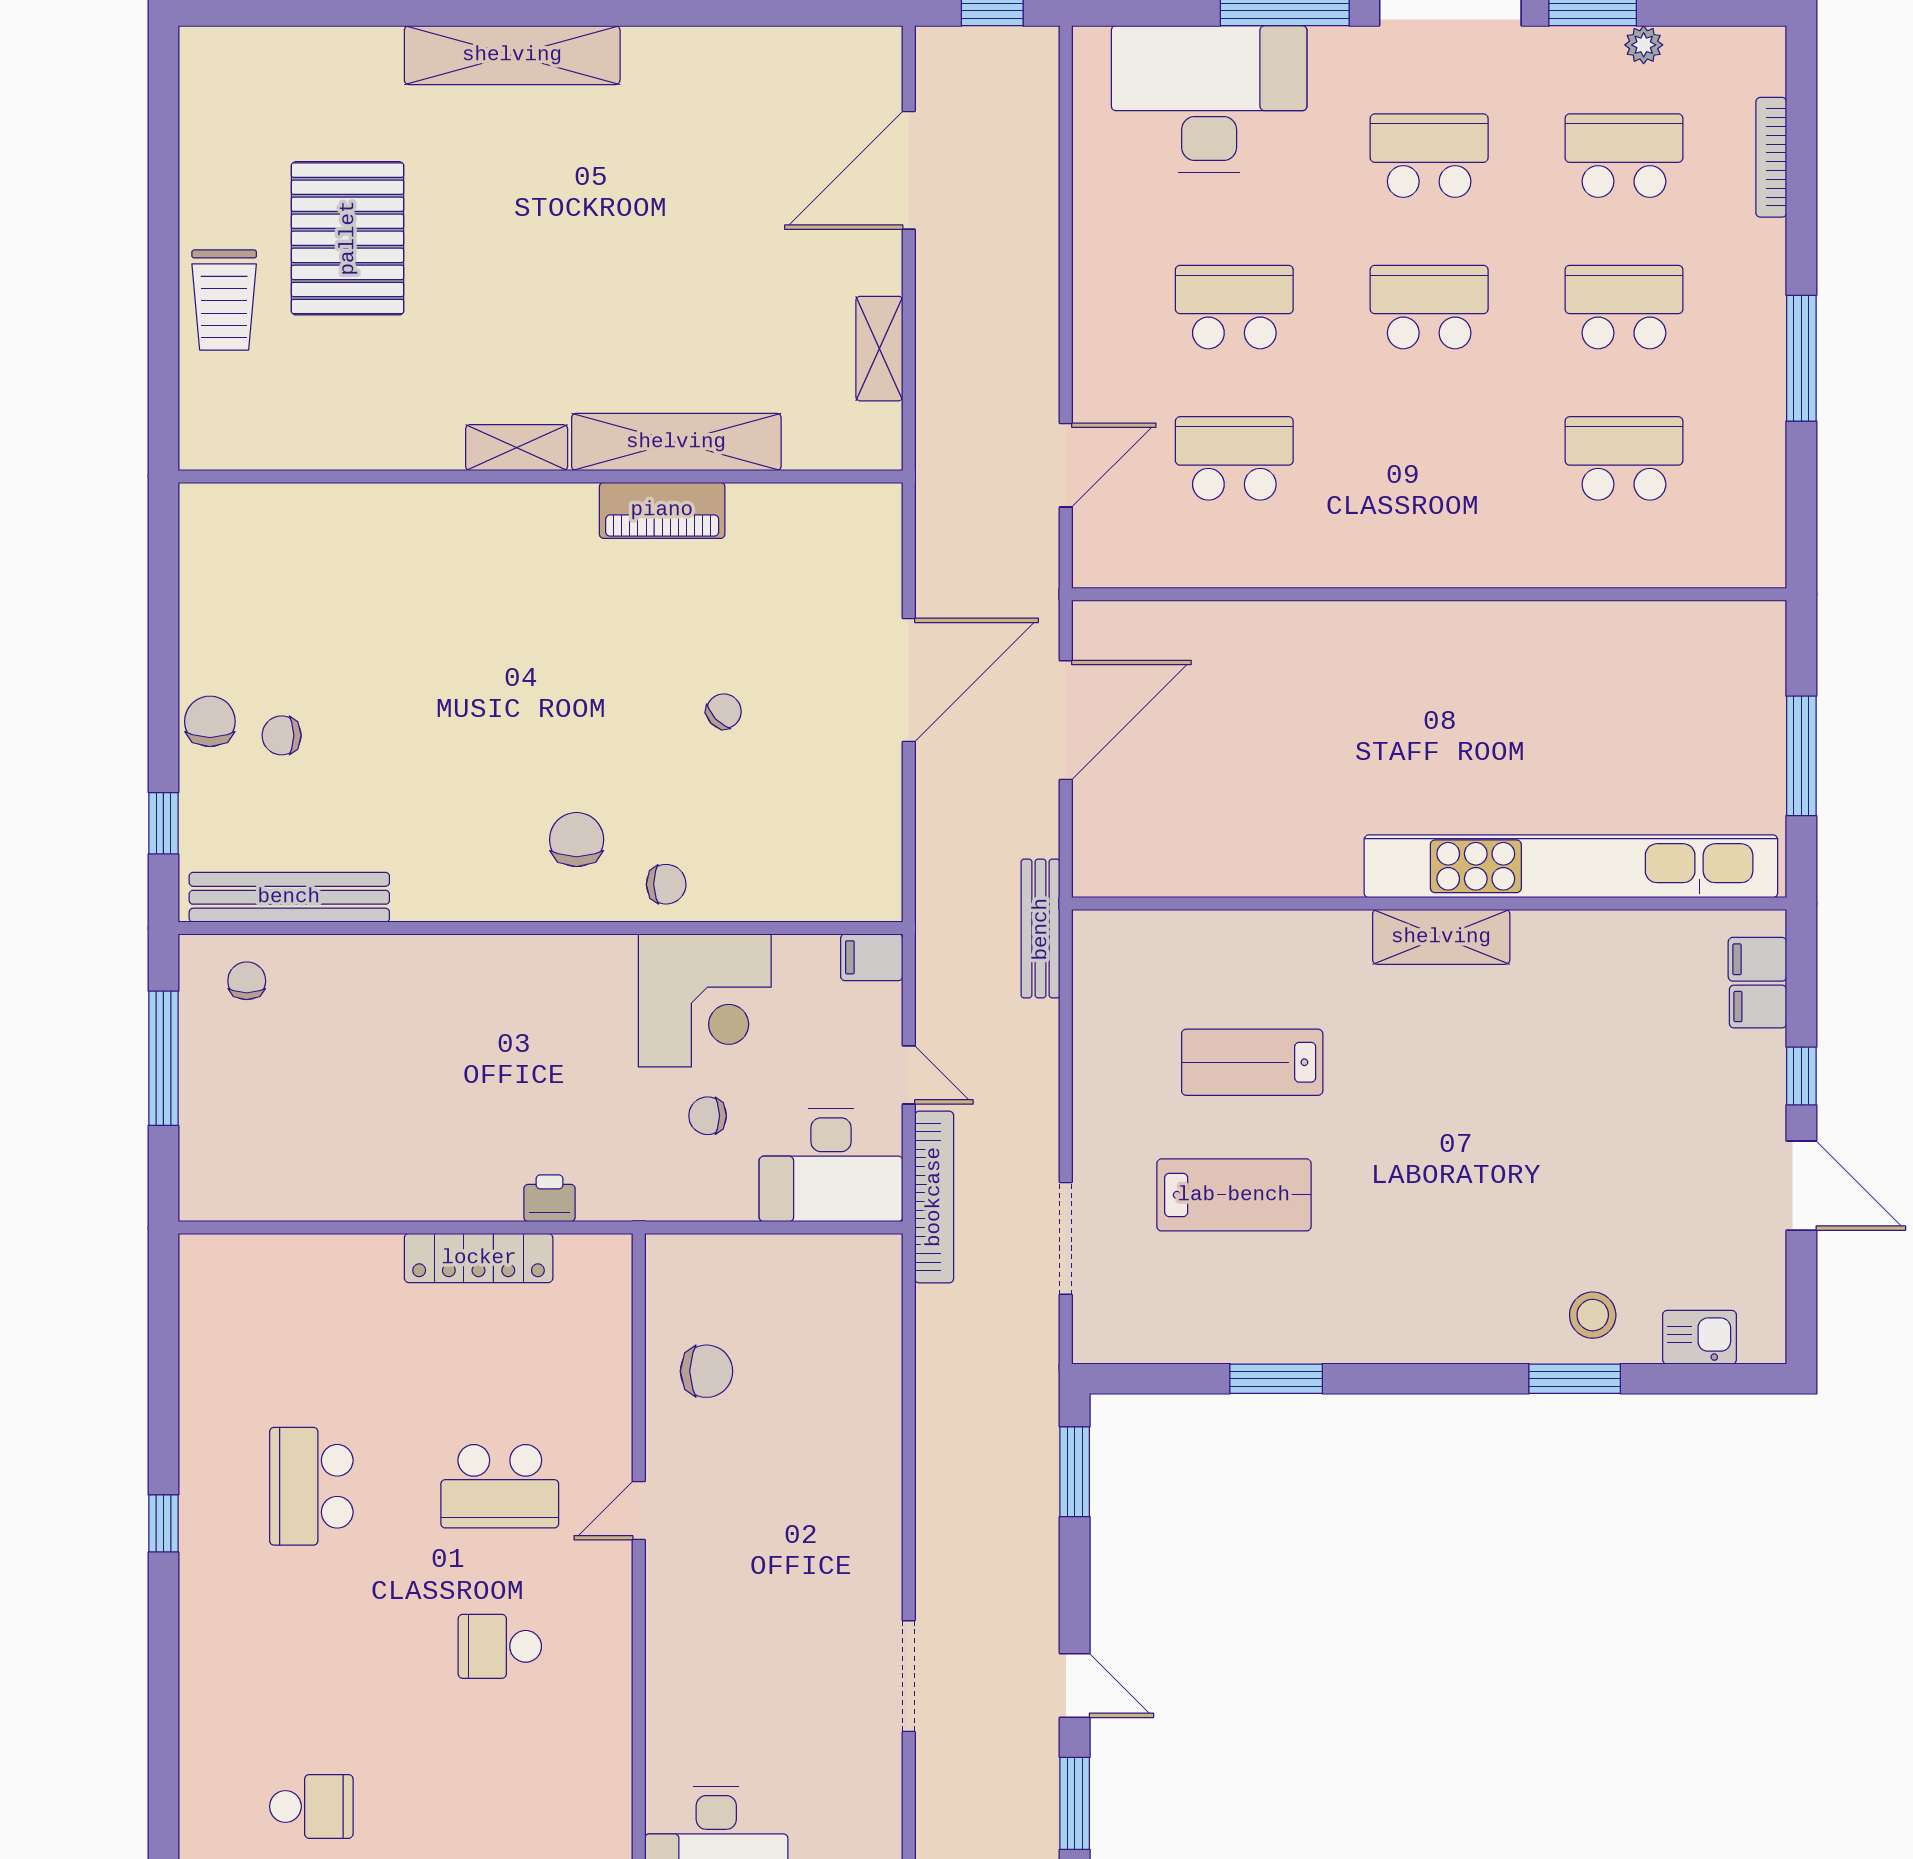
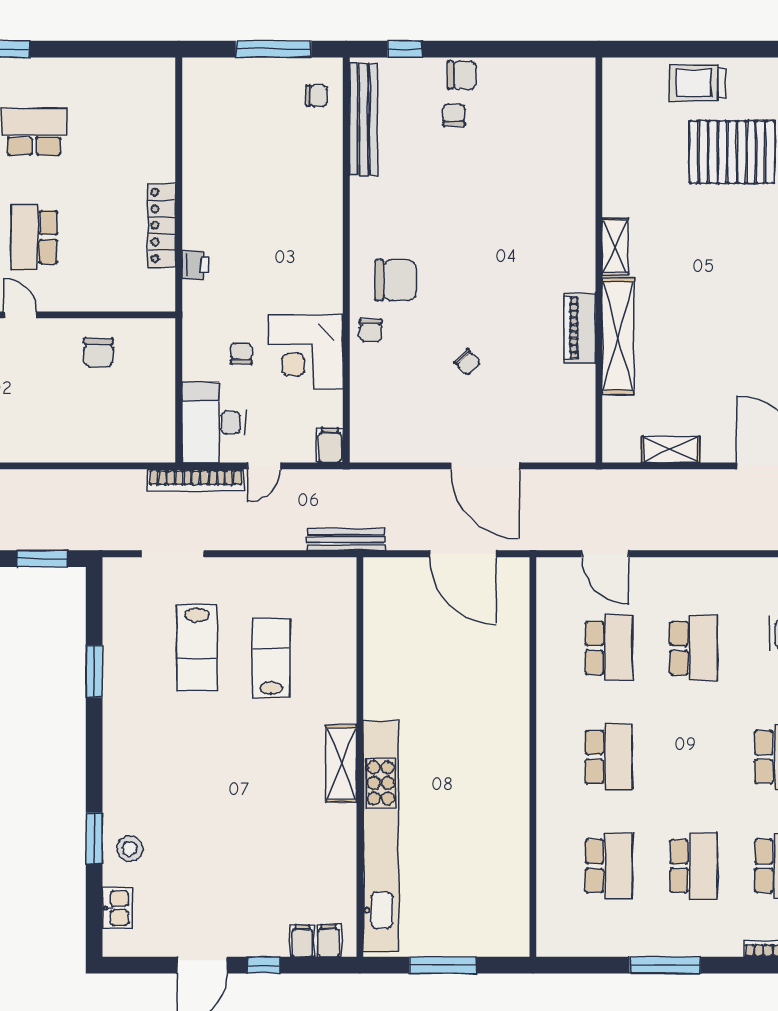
school desk: (1429, 307) -> (609, 757), moved
chair: (577, 840) -> (396, 280), width x1.37, depth x1.37

